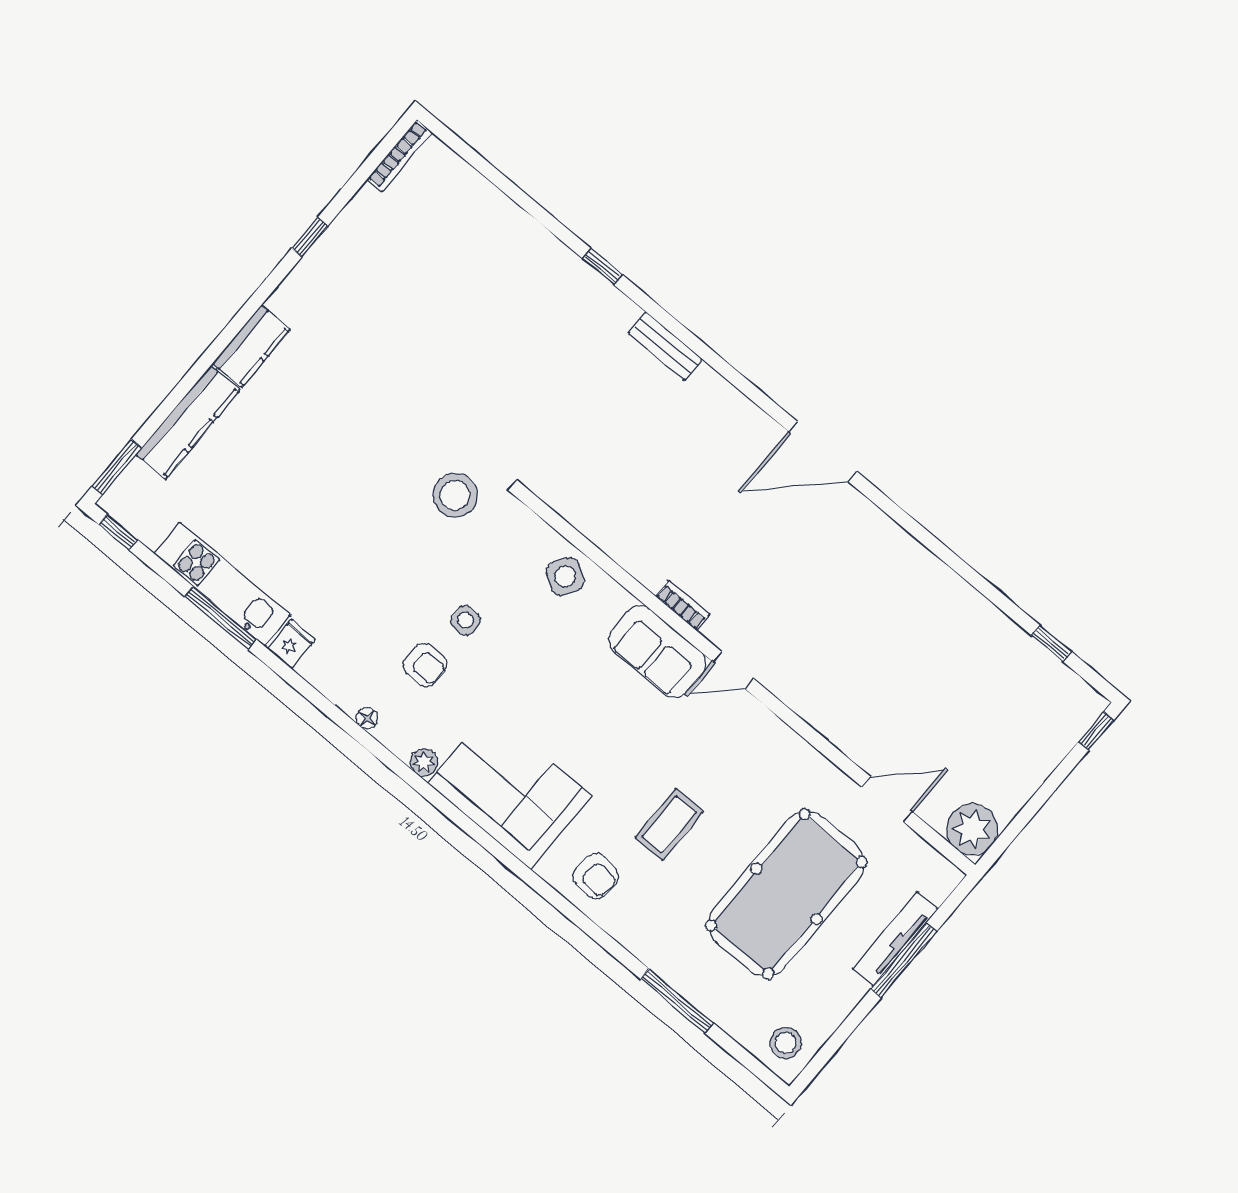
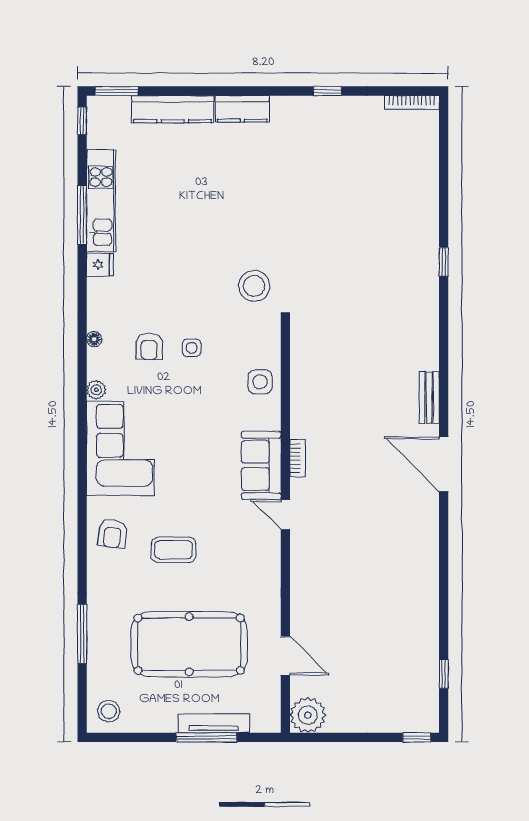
bench: (665, 346) -> (429, 398), moved
side table: (565, 576) -> (260, 382), turned -33

